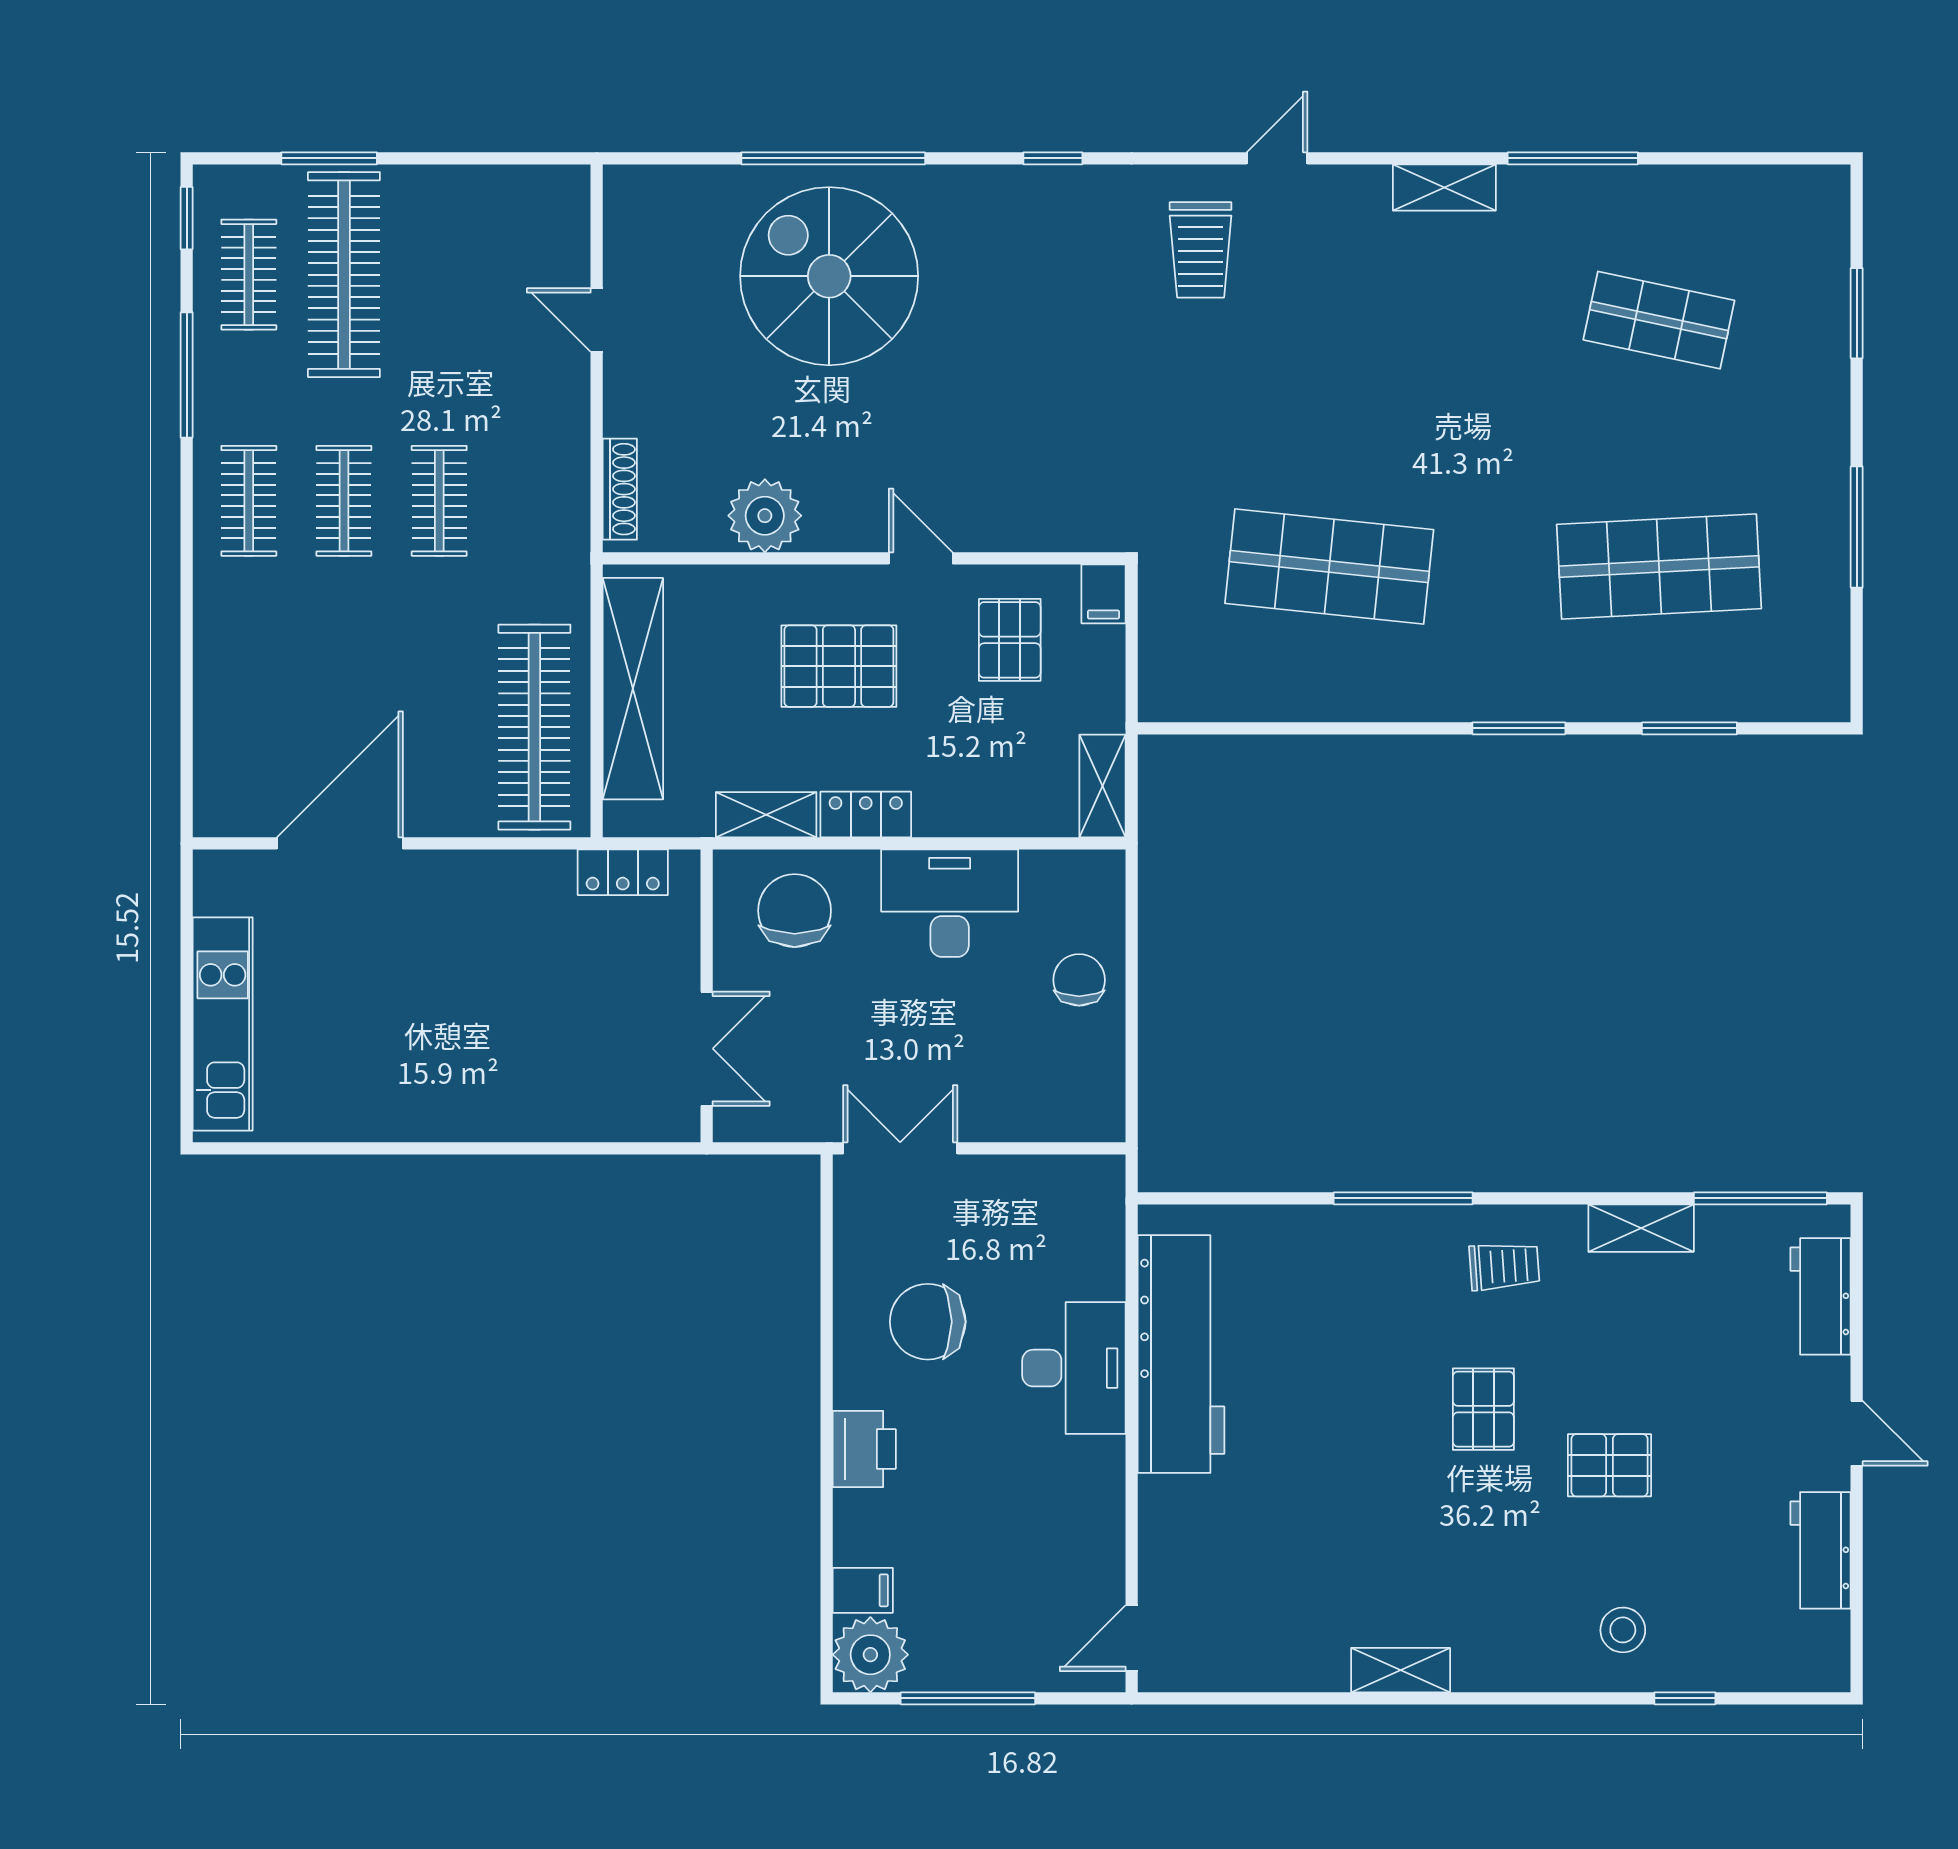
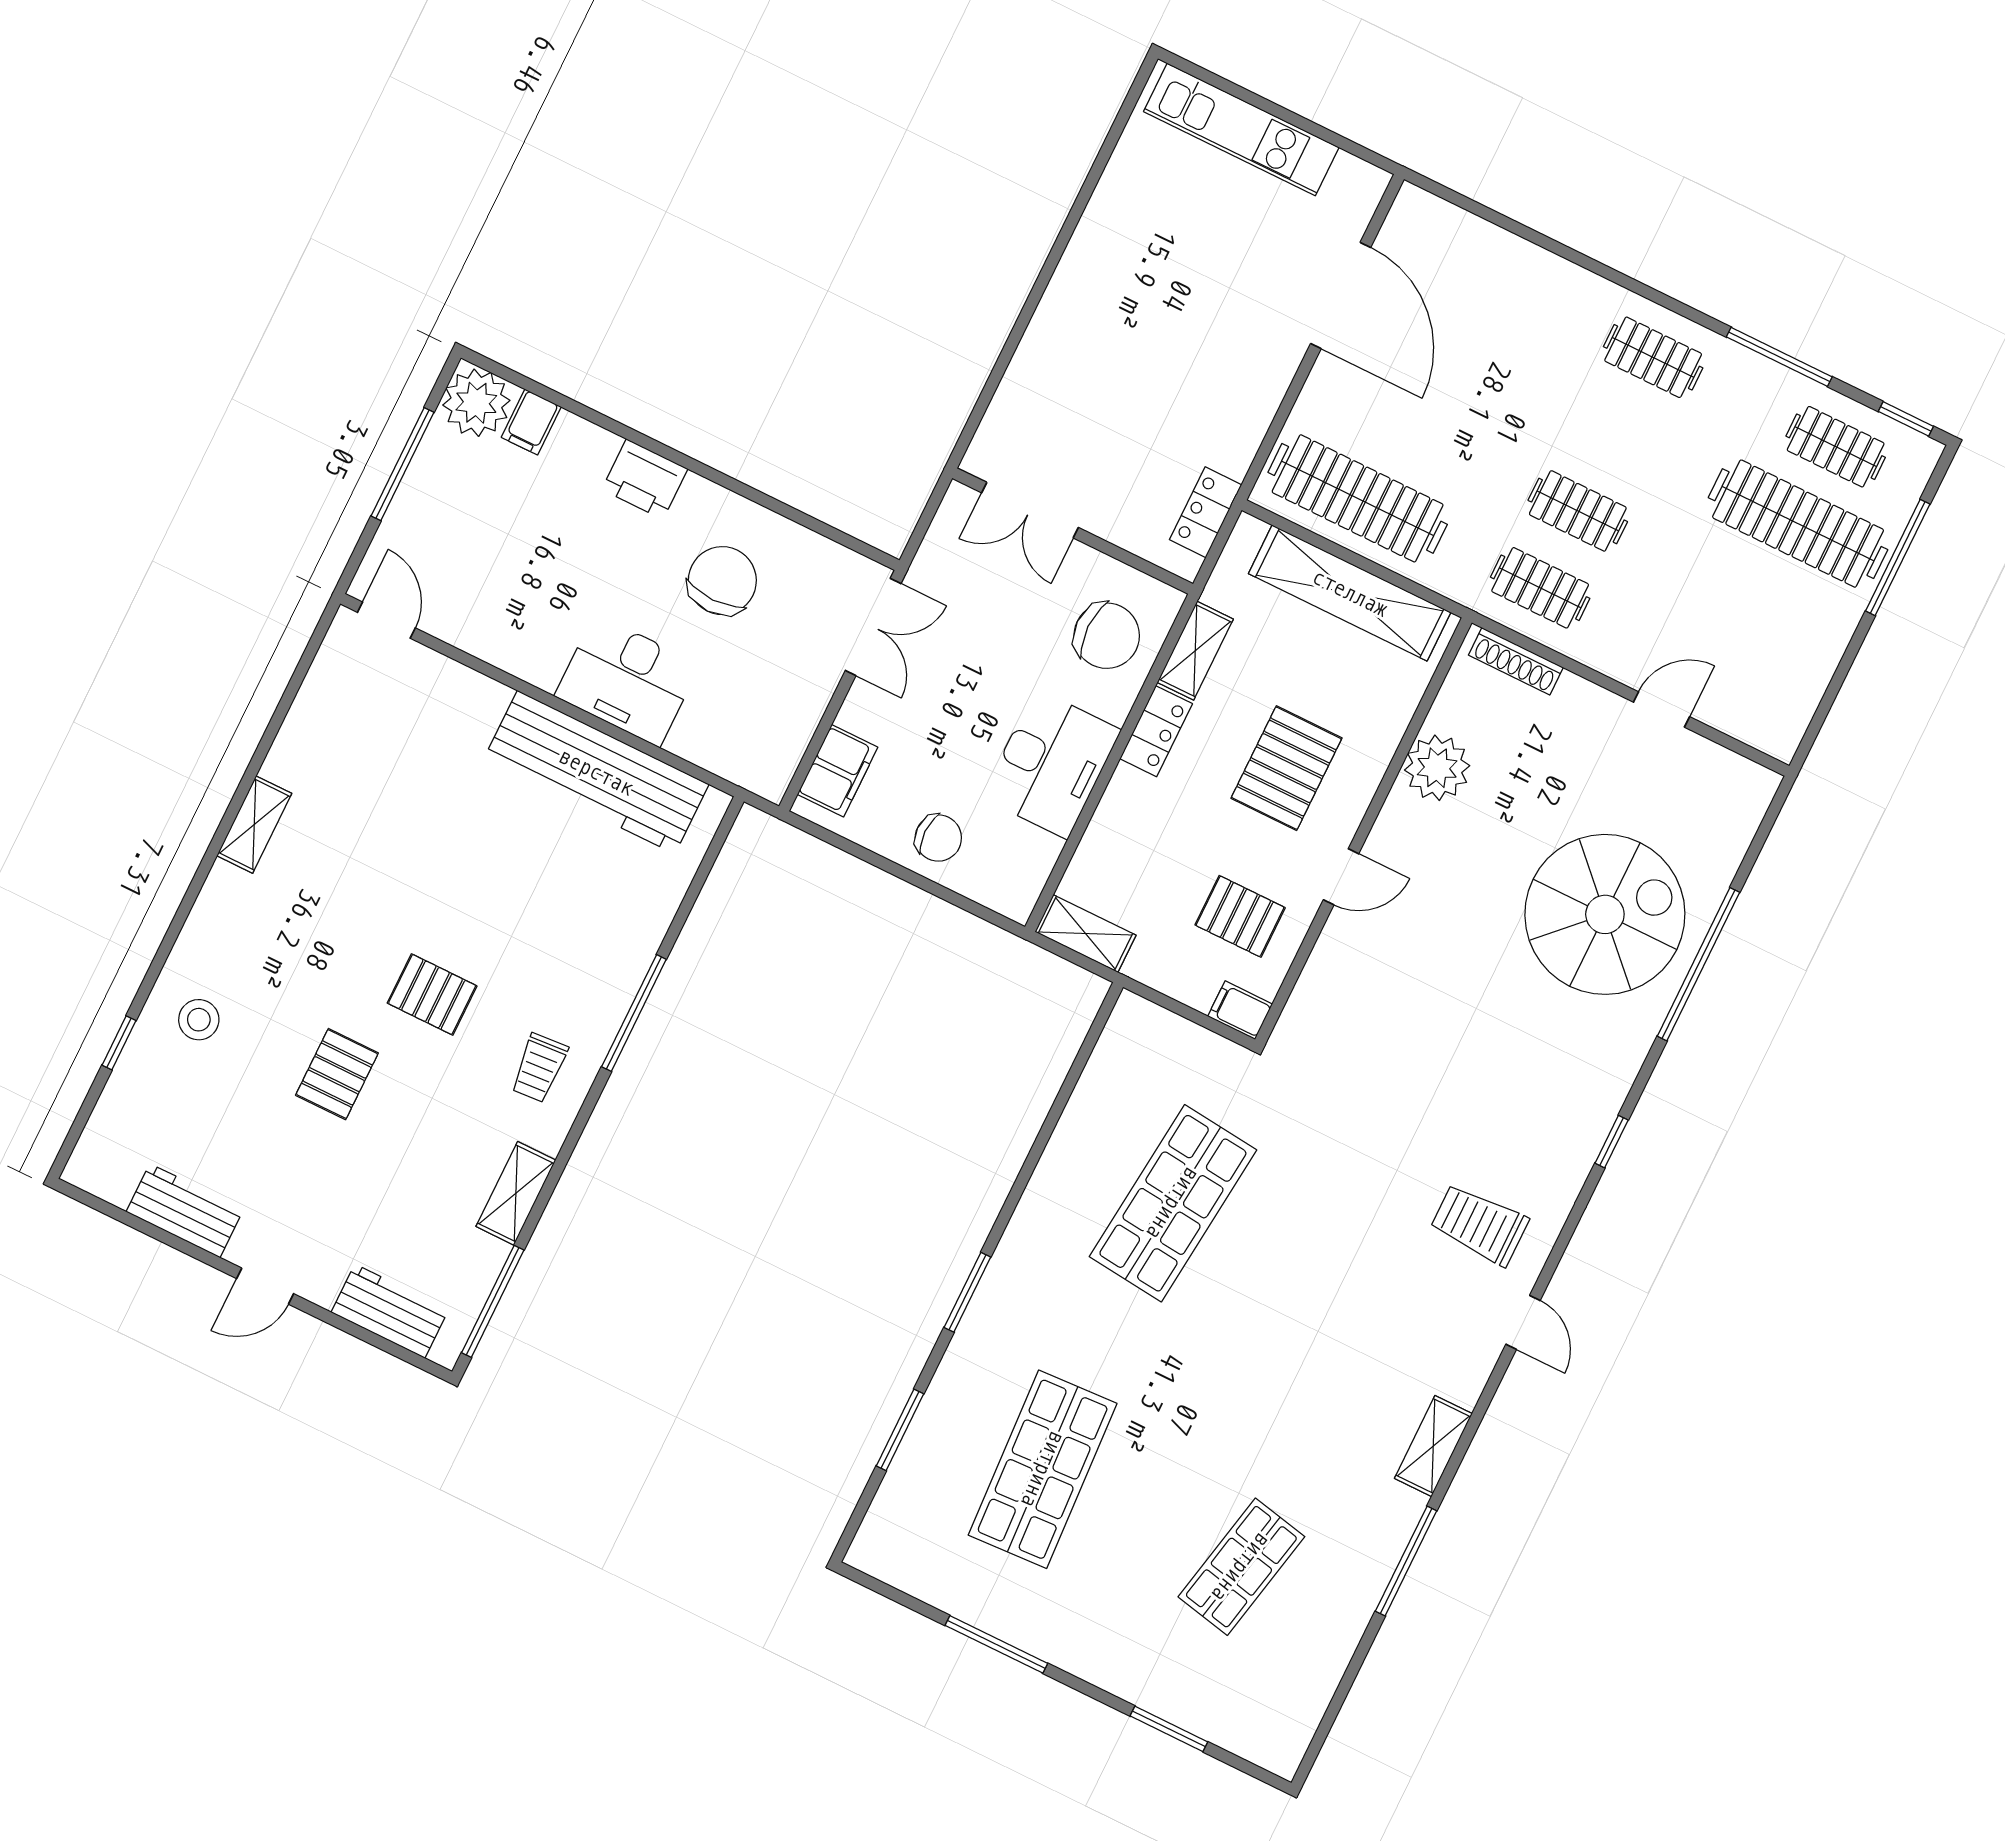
window: (329, 158) -> (1898, 558), width x1.44
clothes rail: (344, 501) -> (1540, 588), moved
filing cabinet: (1061, 1113) -> (838, 771), added

